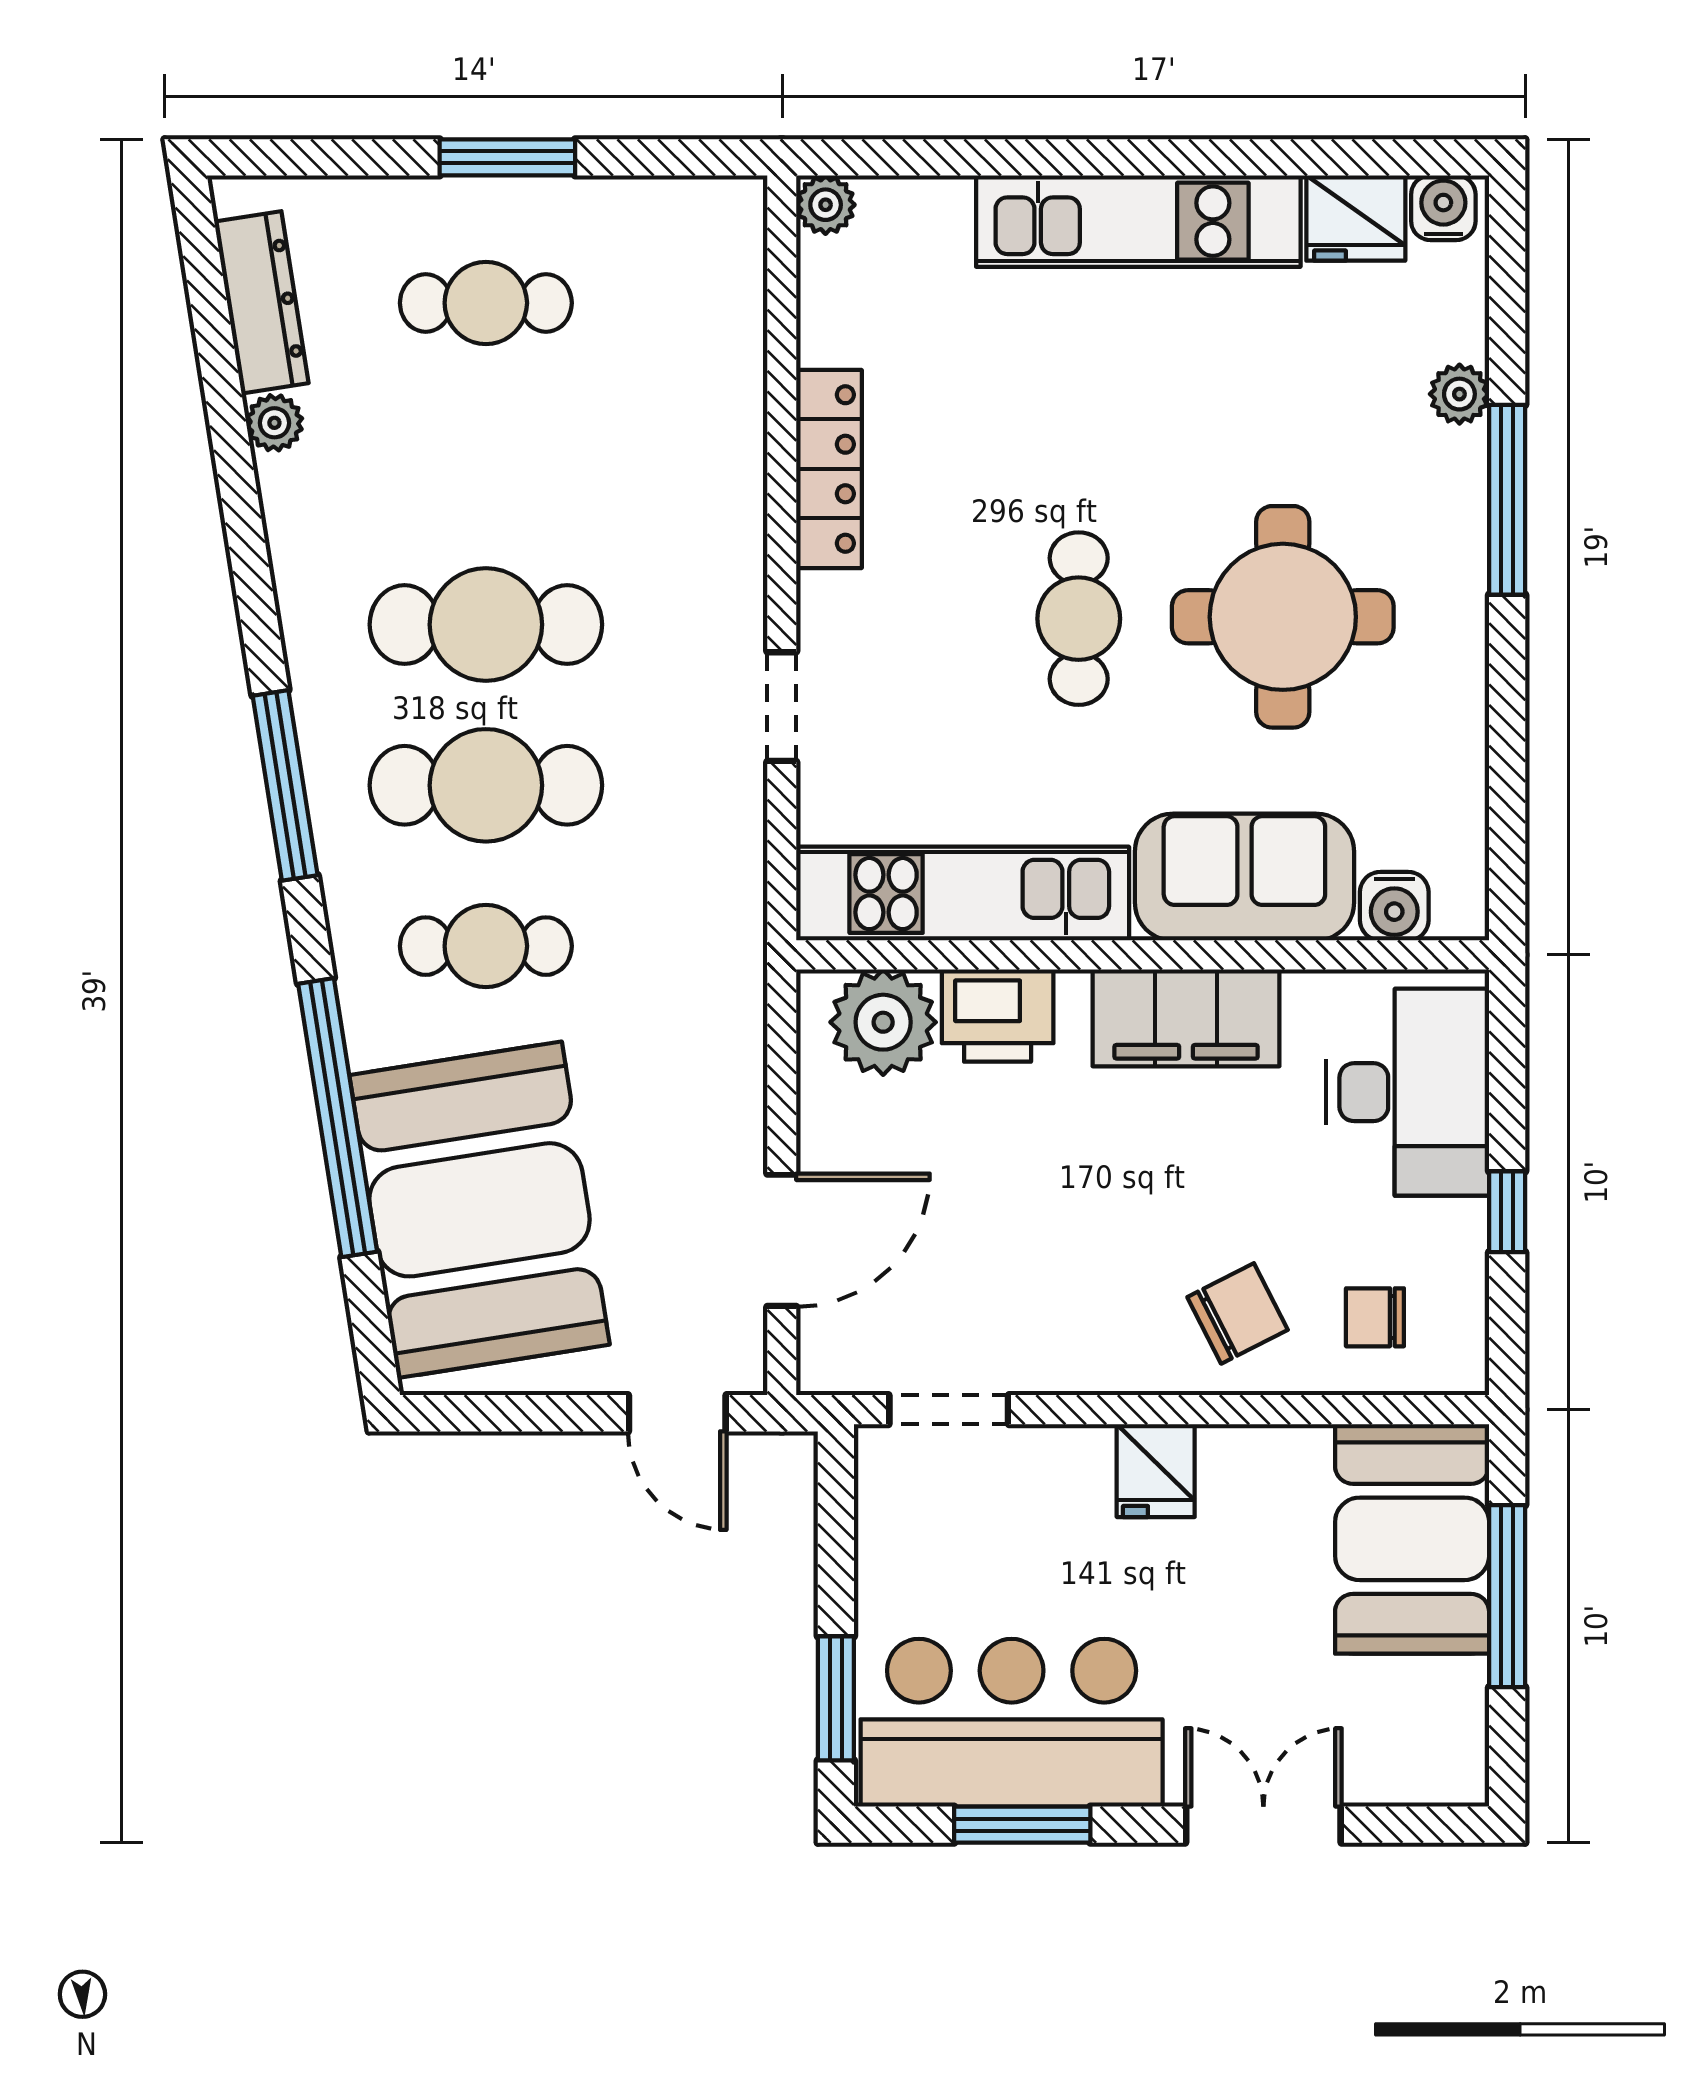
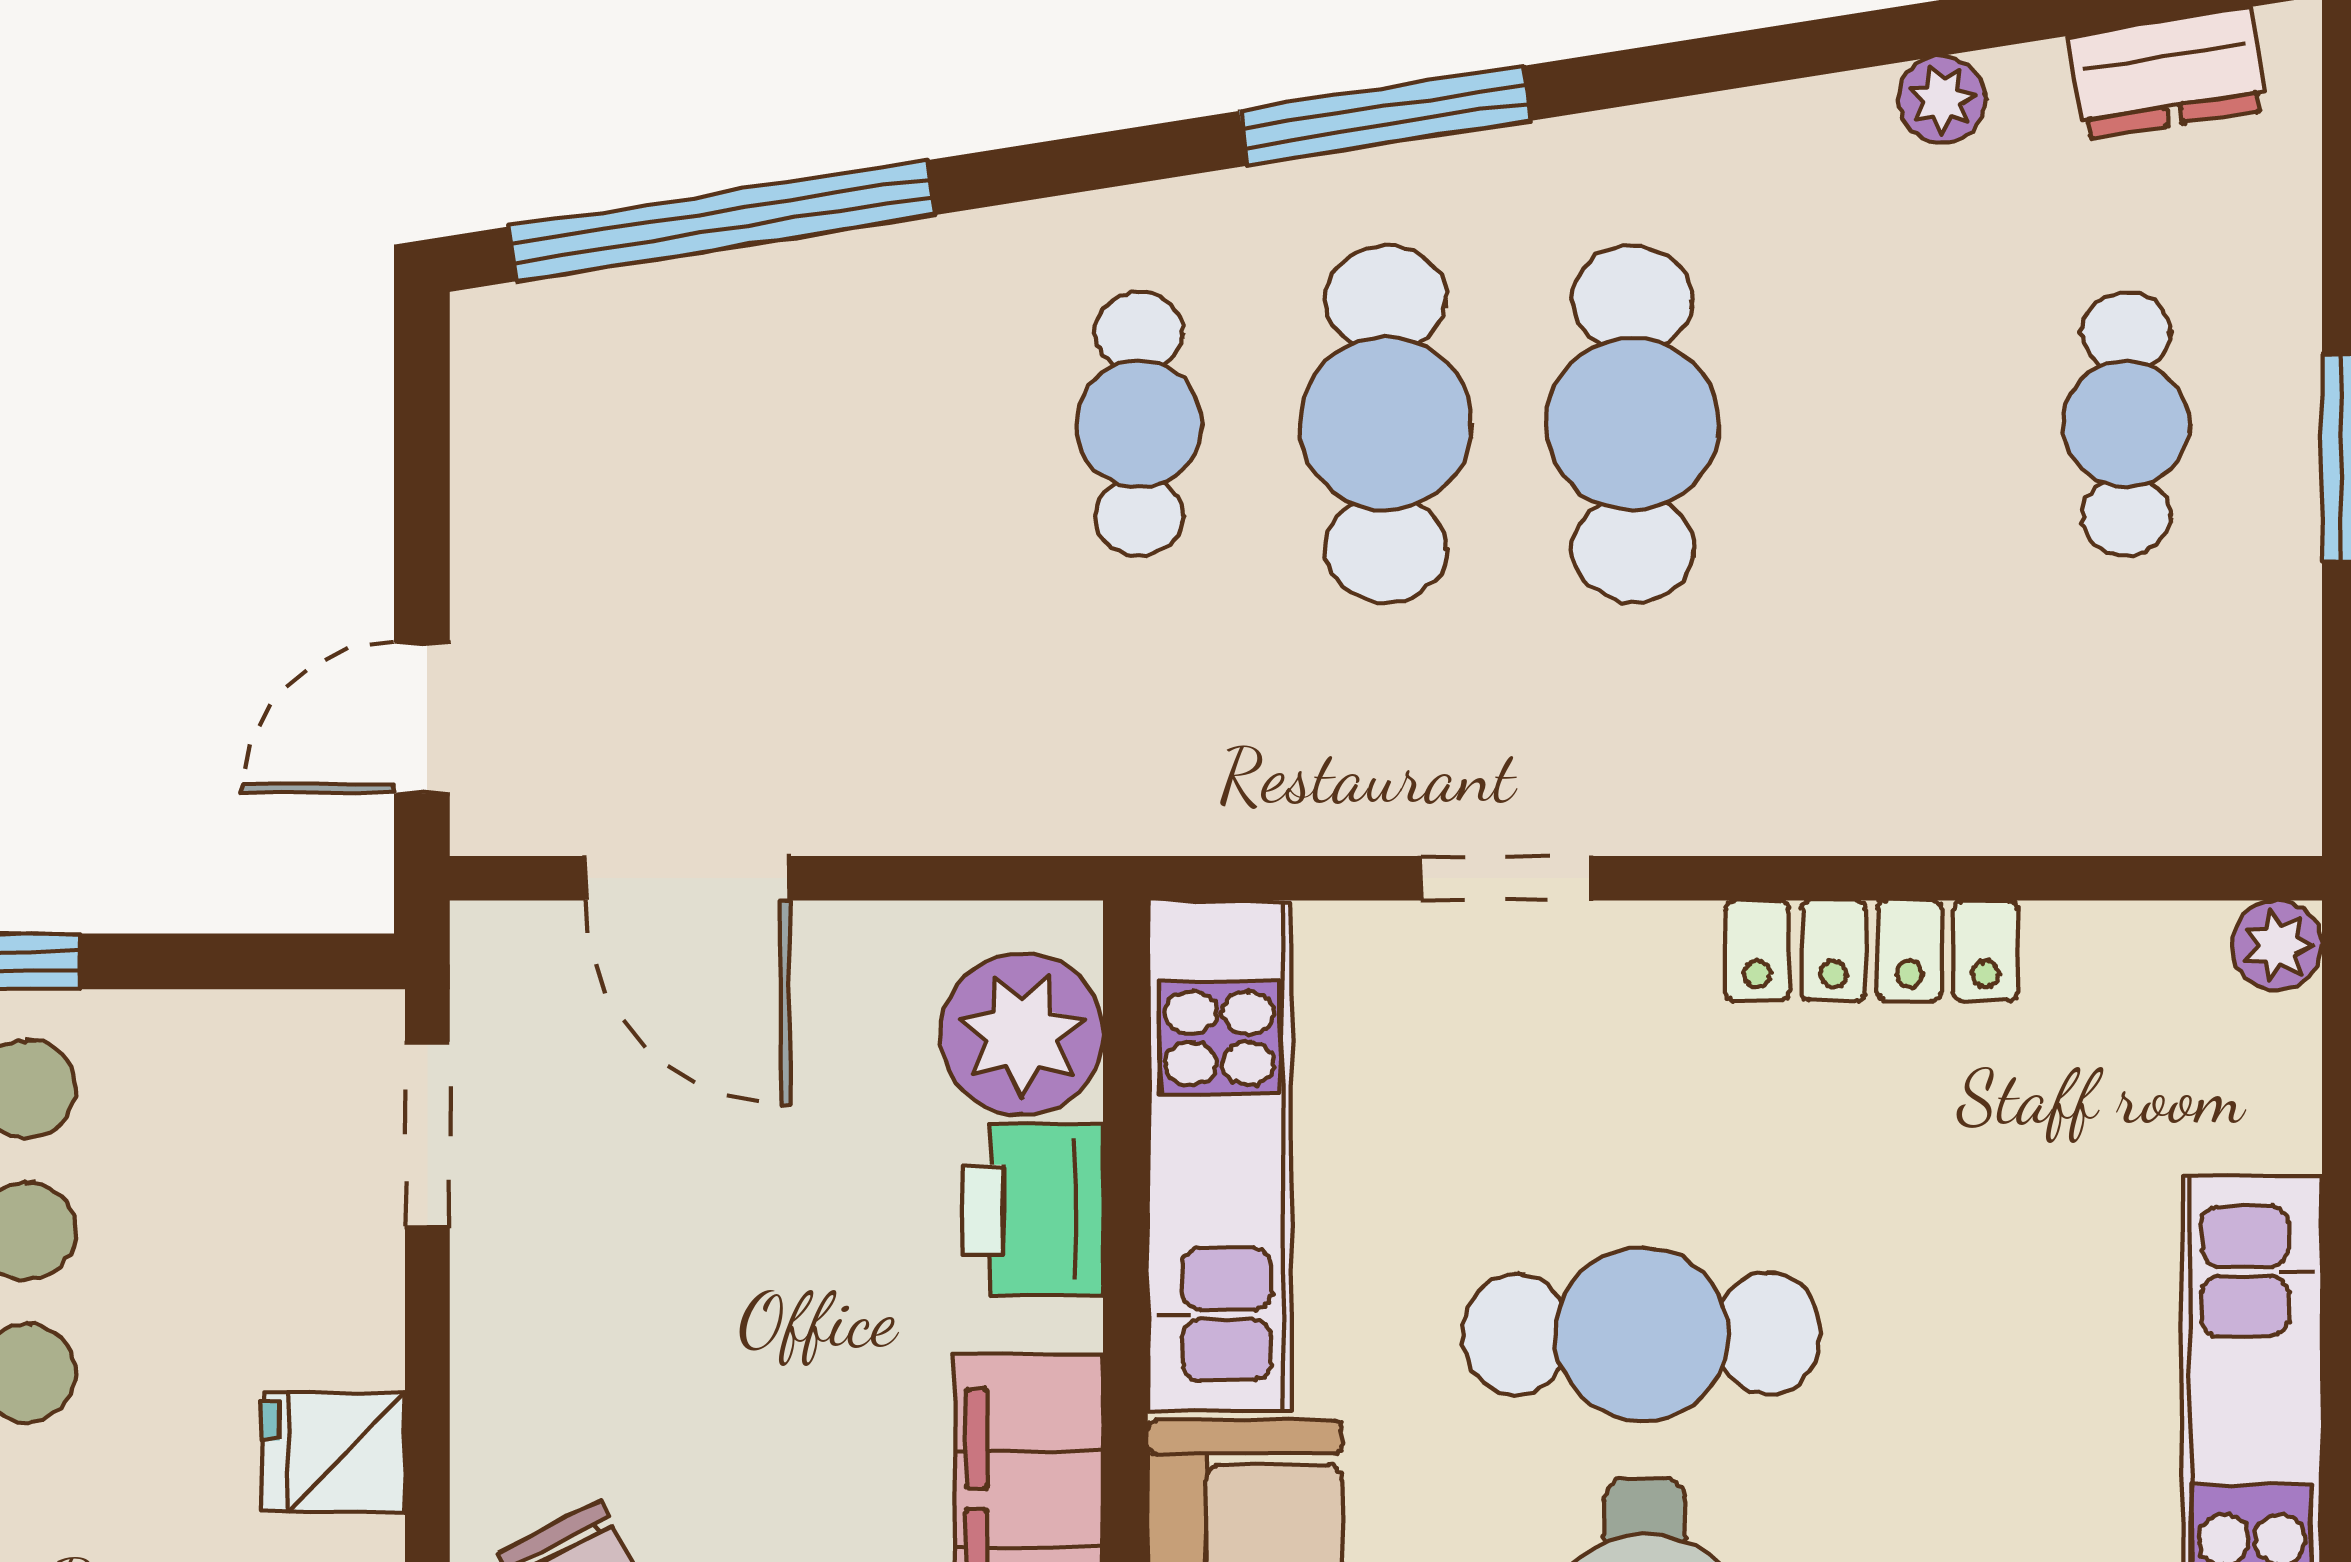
dresser: (261, 302) -> (2167, 73), width x0.70
cafe table: (1079, 619) -> (1642, 1334), width x1.37, depth x1.35
window: (338, 1118) -> (722, 221), moved
booth: (479, 1210) -> (734, 414), removed

